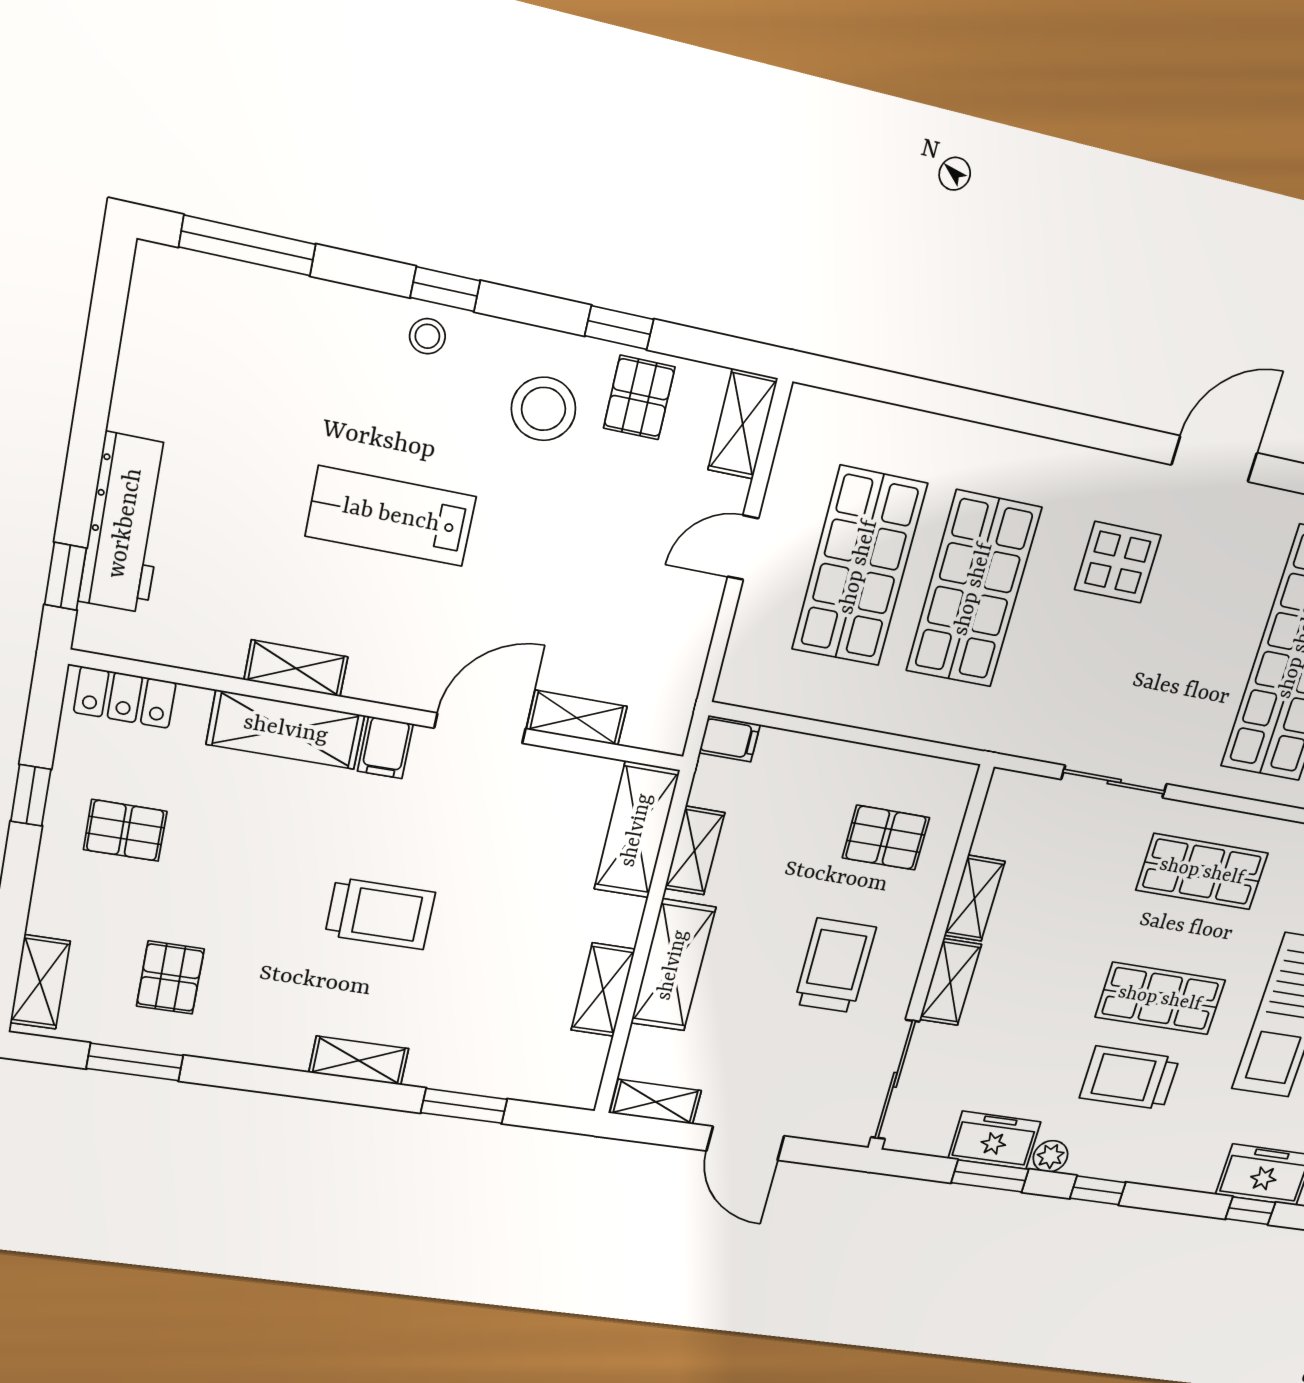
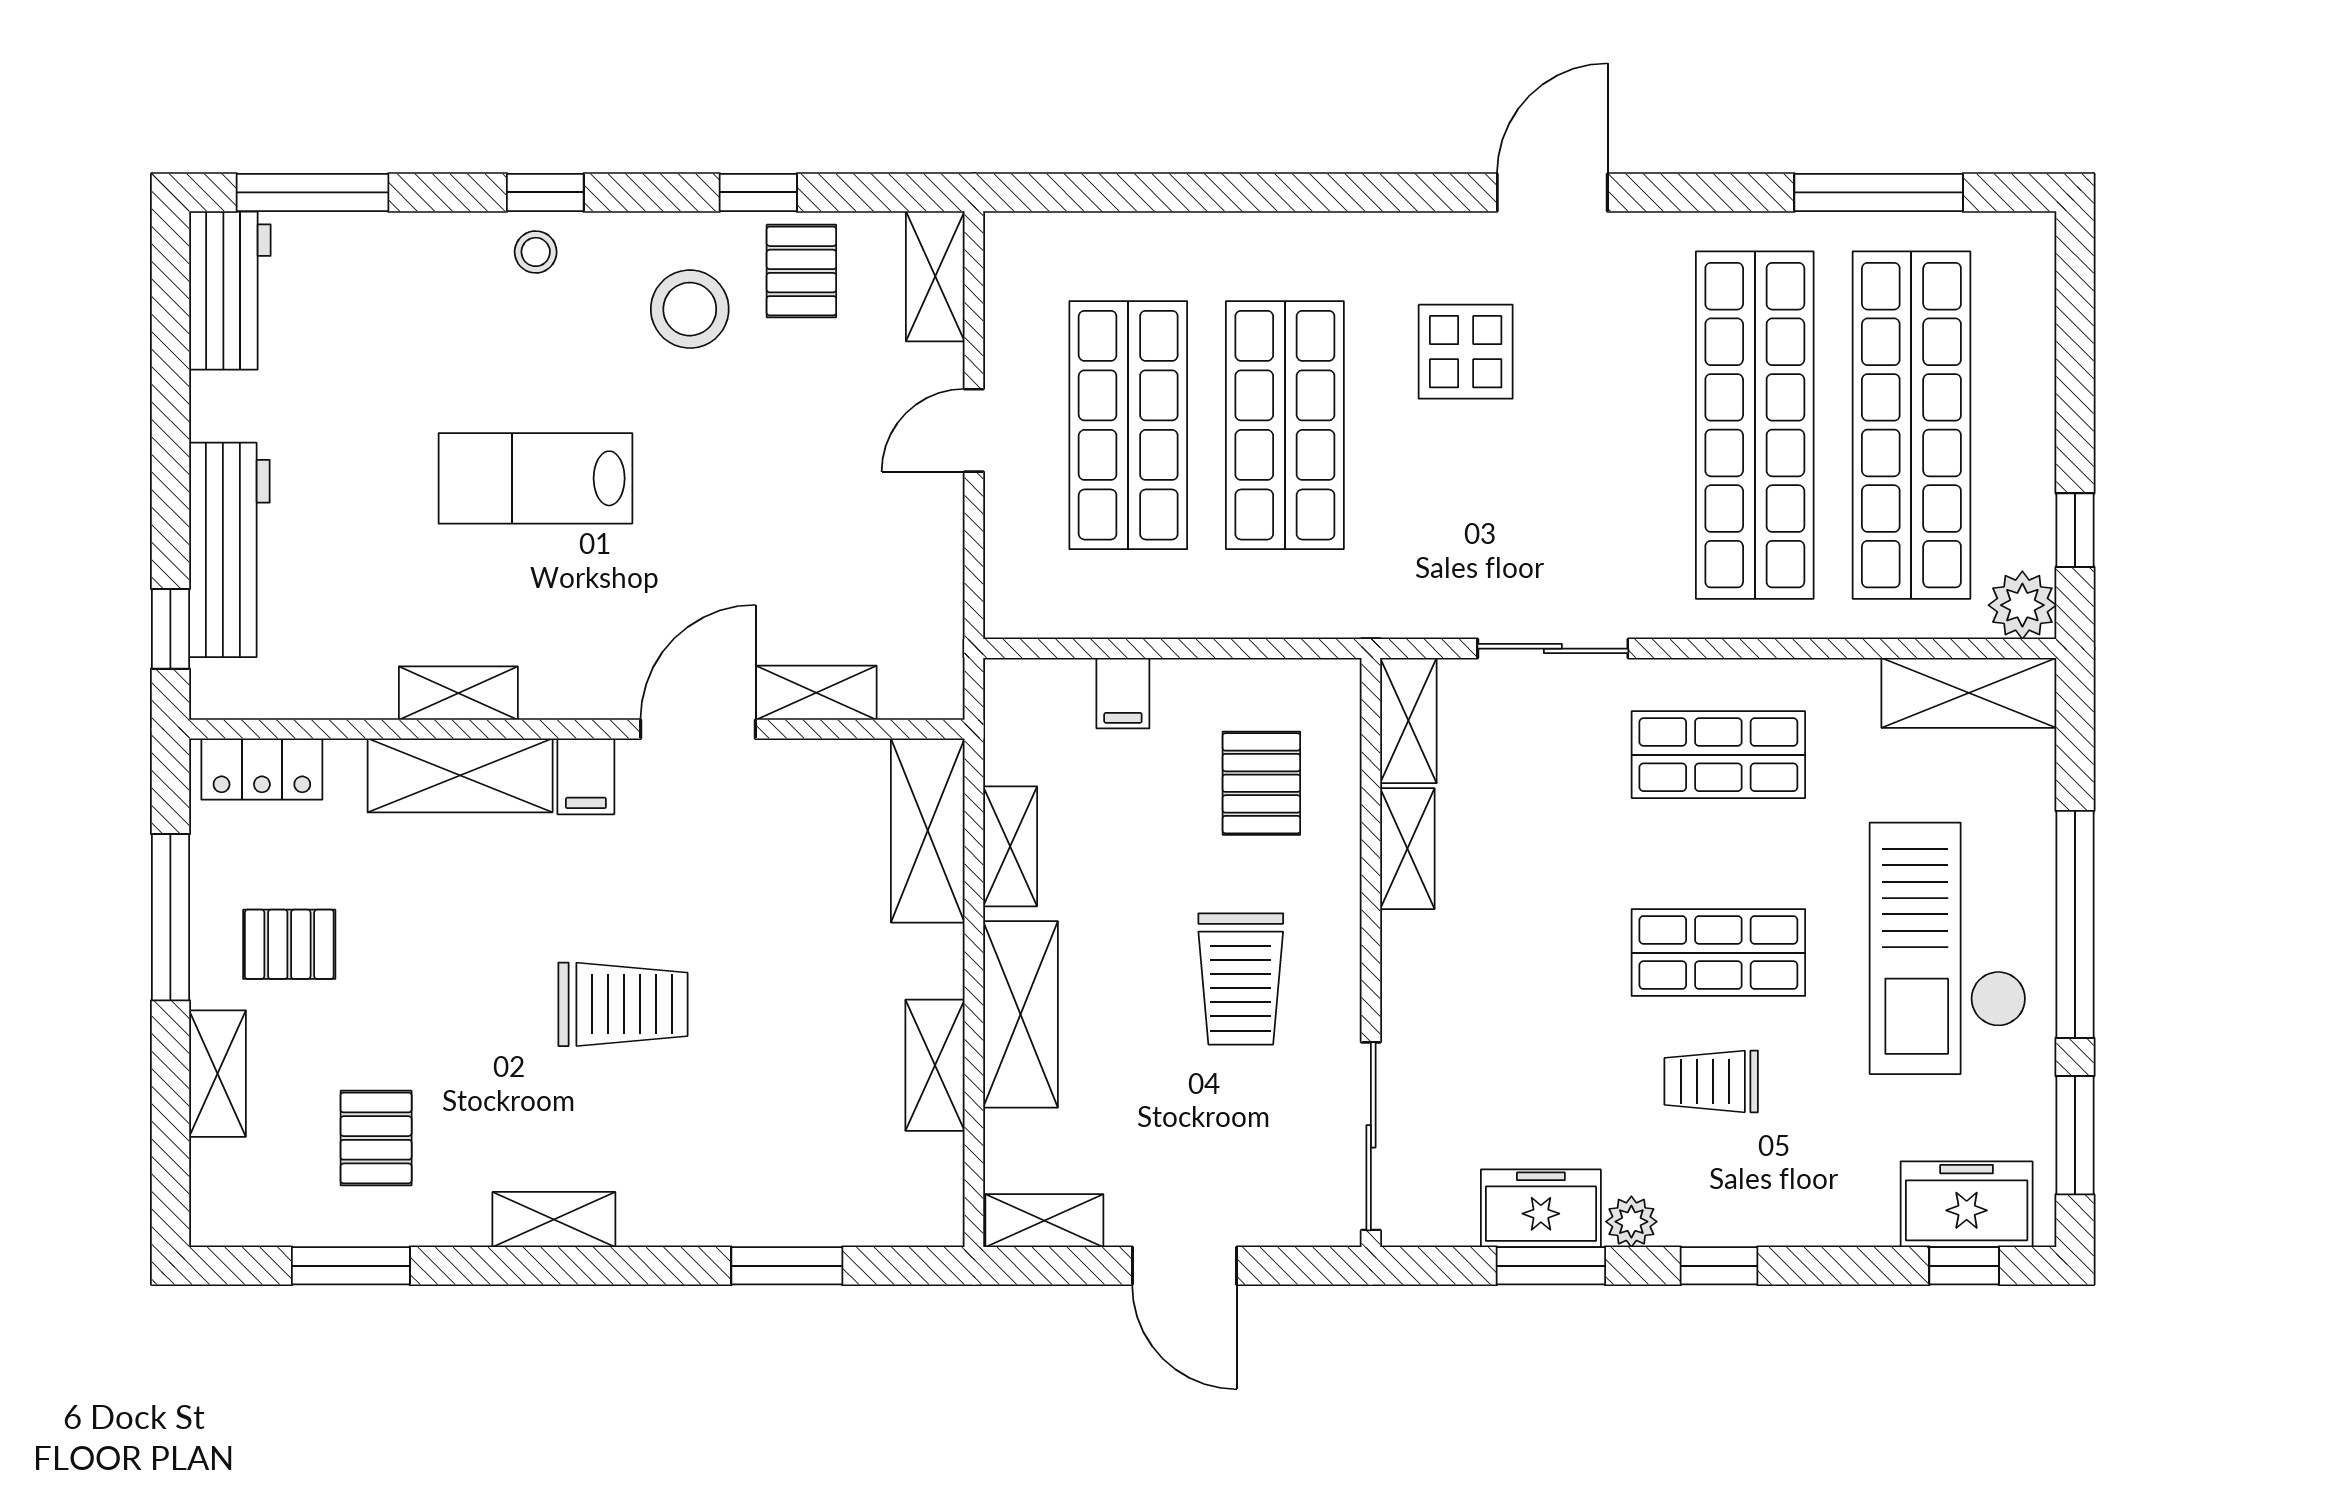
workbench: (161, 313) -> (230, 291), added
filing cabinet: (730, 739) -> (1123, 693), moved, turned 90
window: (31, 795) -> (170, 917), width x2.17
pallet: (886, 838) -> (1261, 783), turned 90
trolley: (835, 966) -> (1241, 979), turned 180
shelving: (40, 982) -> (217, 1074), moved
shelving: (950, 982) -> (1408, 721), moved
shelving: (359, 1061) -> (554, 1220), moved
trolley: (1129, 1078) -> (1711, 1081), width x0.73, depth x0.72

